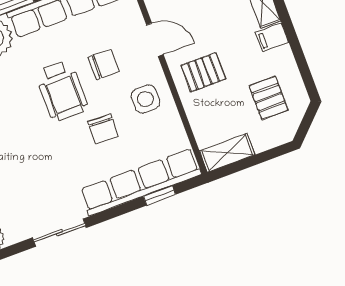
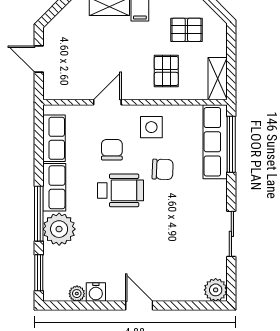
pallet: (203, 72) -> (166, 71), moved
row of seats: (140, 182) -> (215, 142), width x0.73
window: (159, 195) -> (231, 144), width x2.17

